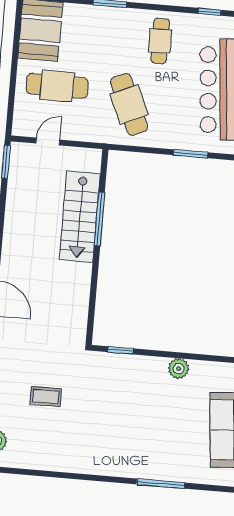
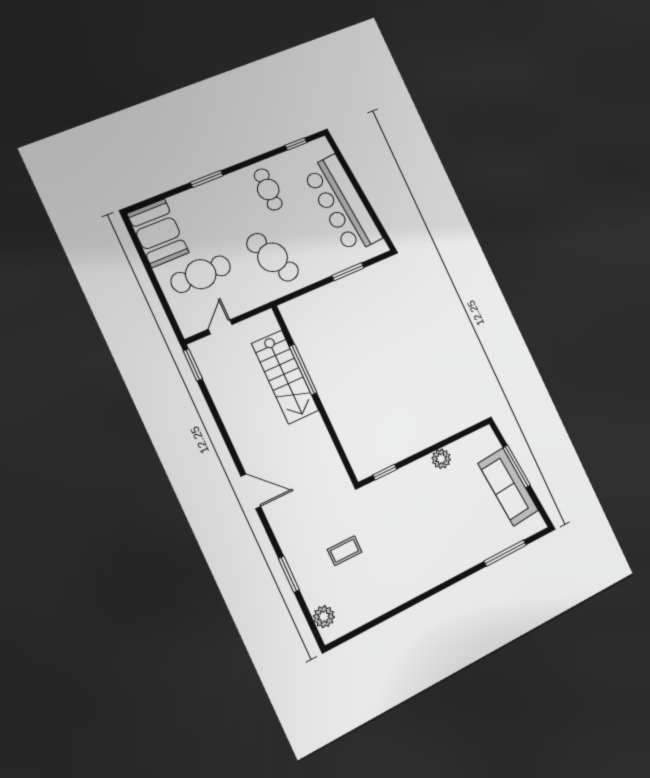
window: (161, 484) -> (505, 553), moved

